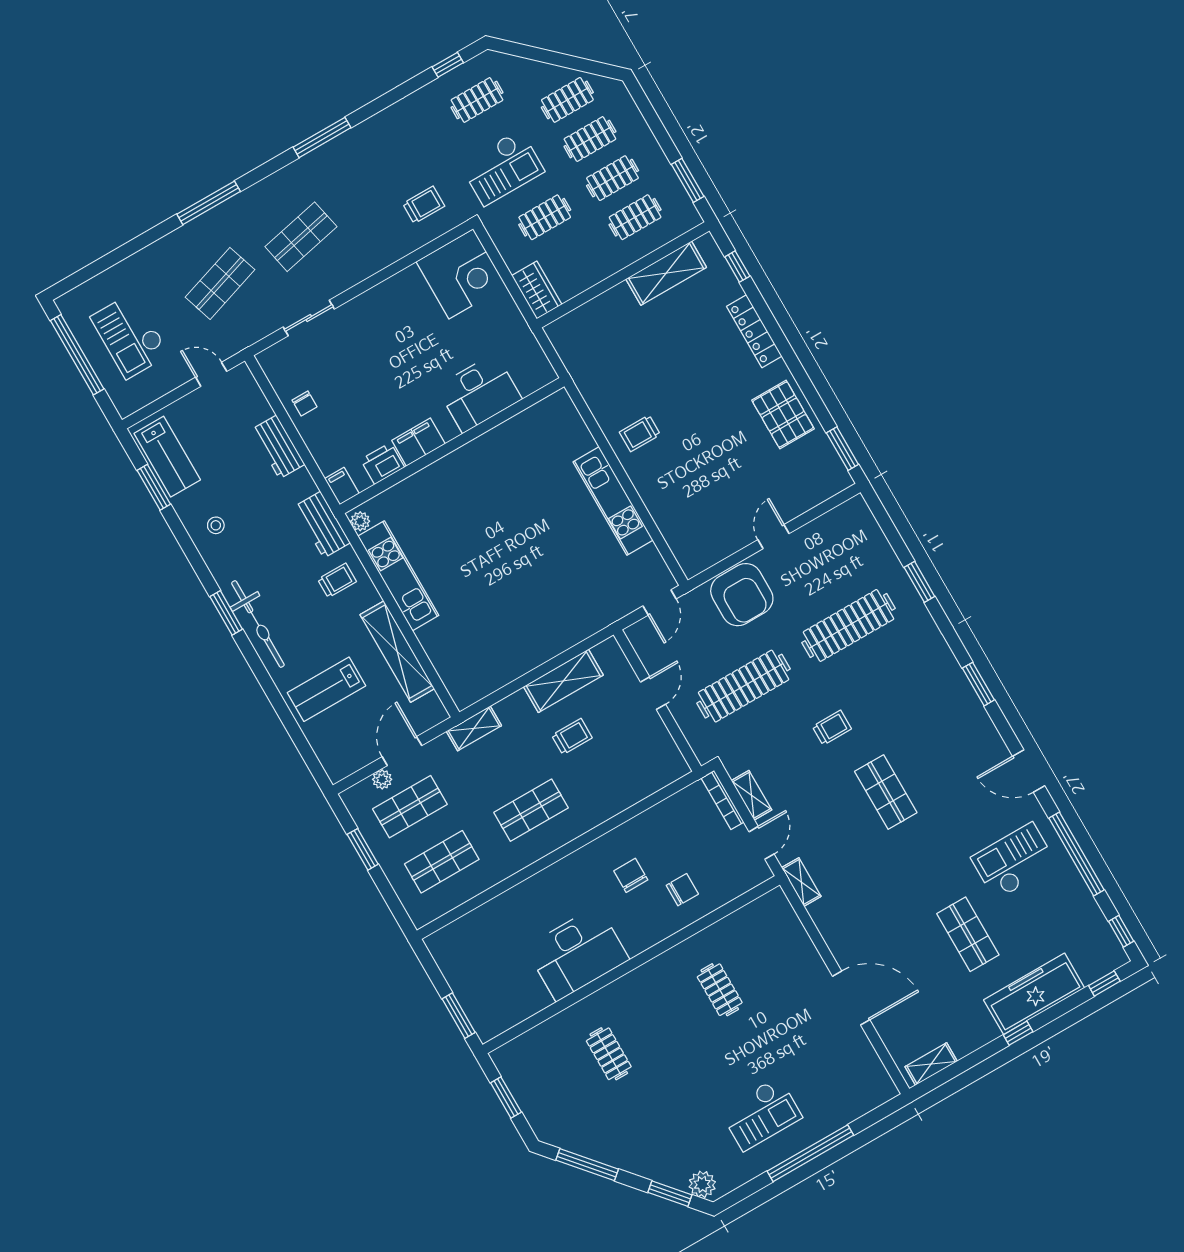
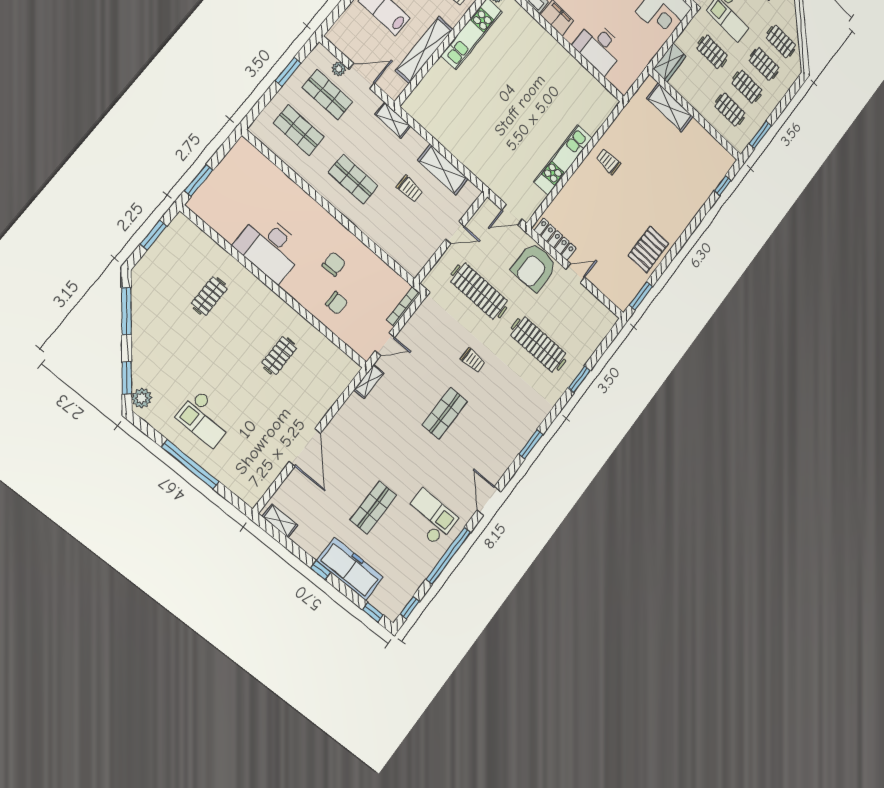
shelving: (666, 273) -> (670, 107), moved
locker: (754, 331) -> (555, 239), moved, turned 90
shelving: (751, 795) -> (413, 325), removed

